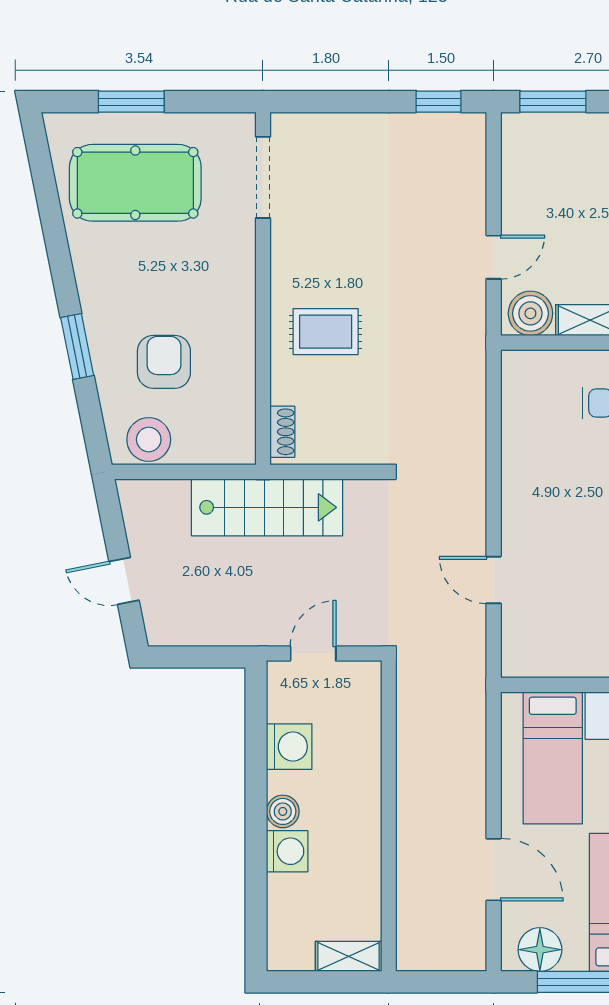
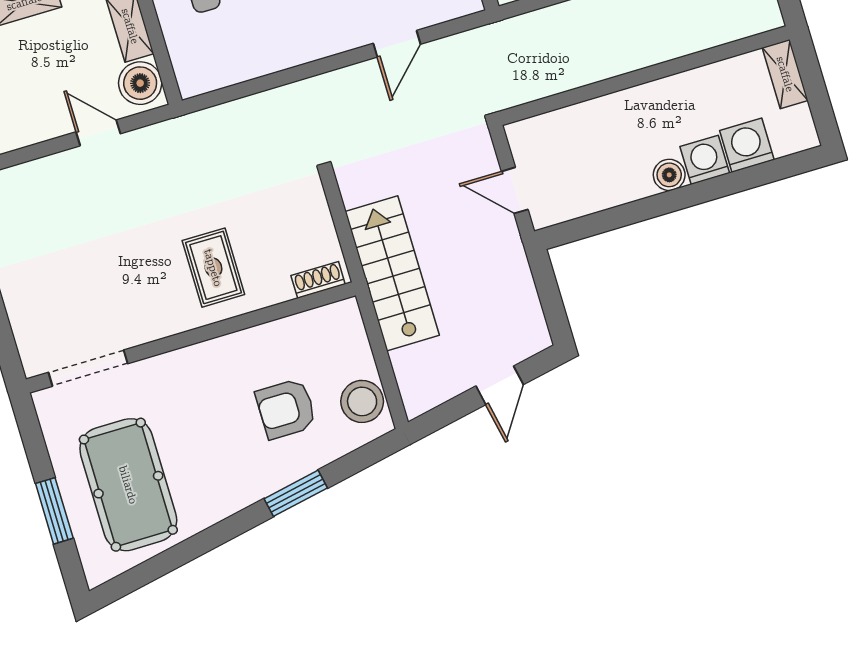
washing machine: (289, 747) -> (747, 145), moved

